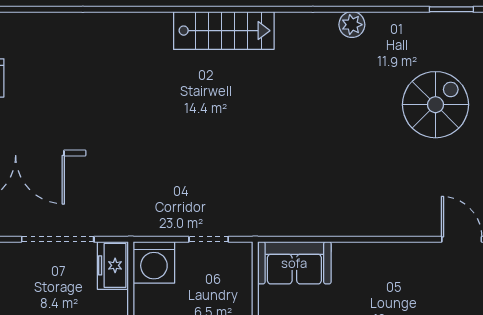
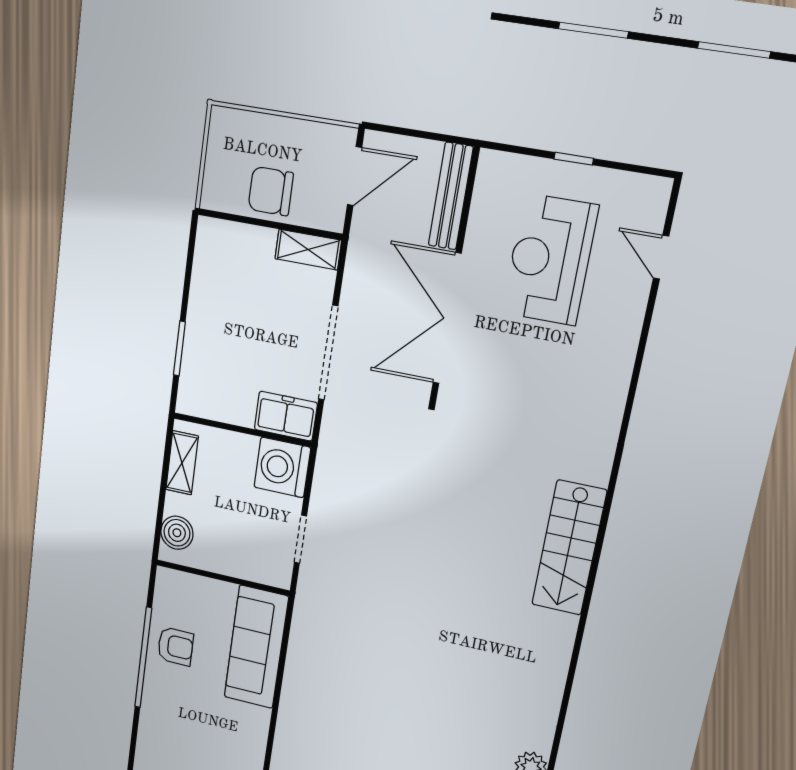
stairs: (224, 31) -> (569, 548), moved
sofa: (294, 263) -> (256, 647), width x1.36

